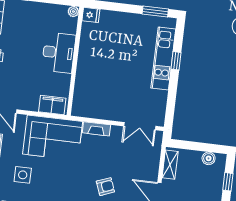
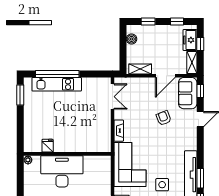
fridge: (91, 15) -> (48, 146), moved
desk: (59, 53) -> (62, 171), width x1.36, depth x1.30
window: (176, 61) -> (57, 74), width x3.17
filing cabinet: (52, 105) -> (104, 168), removed

